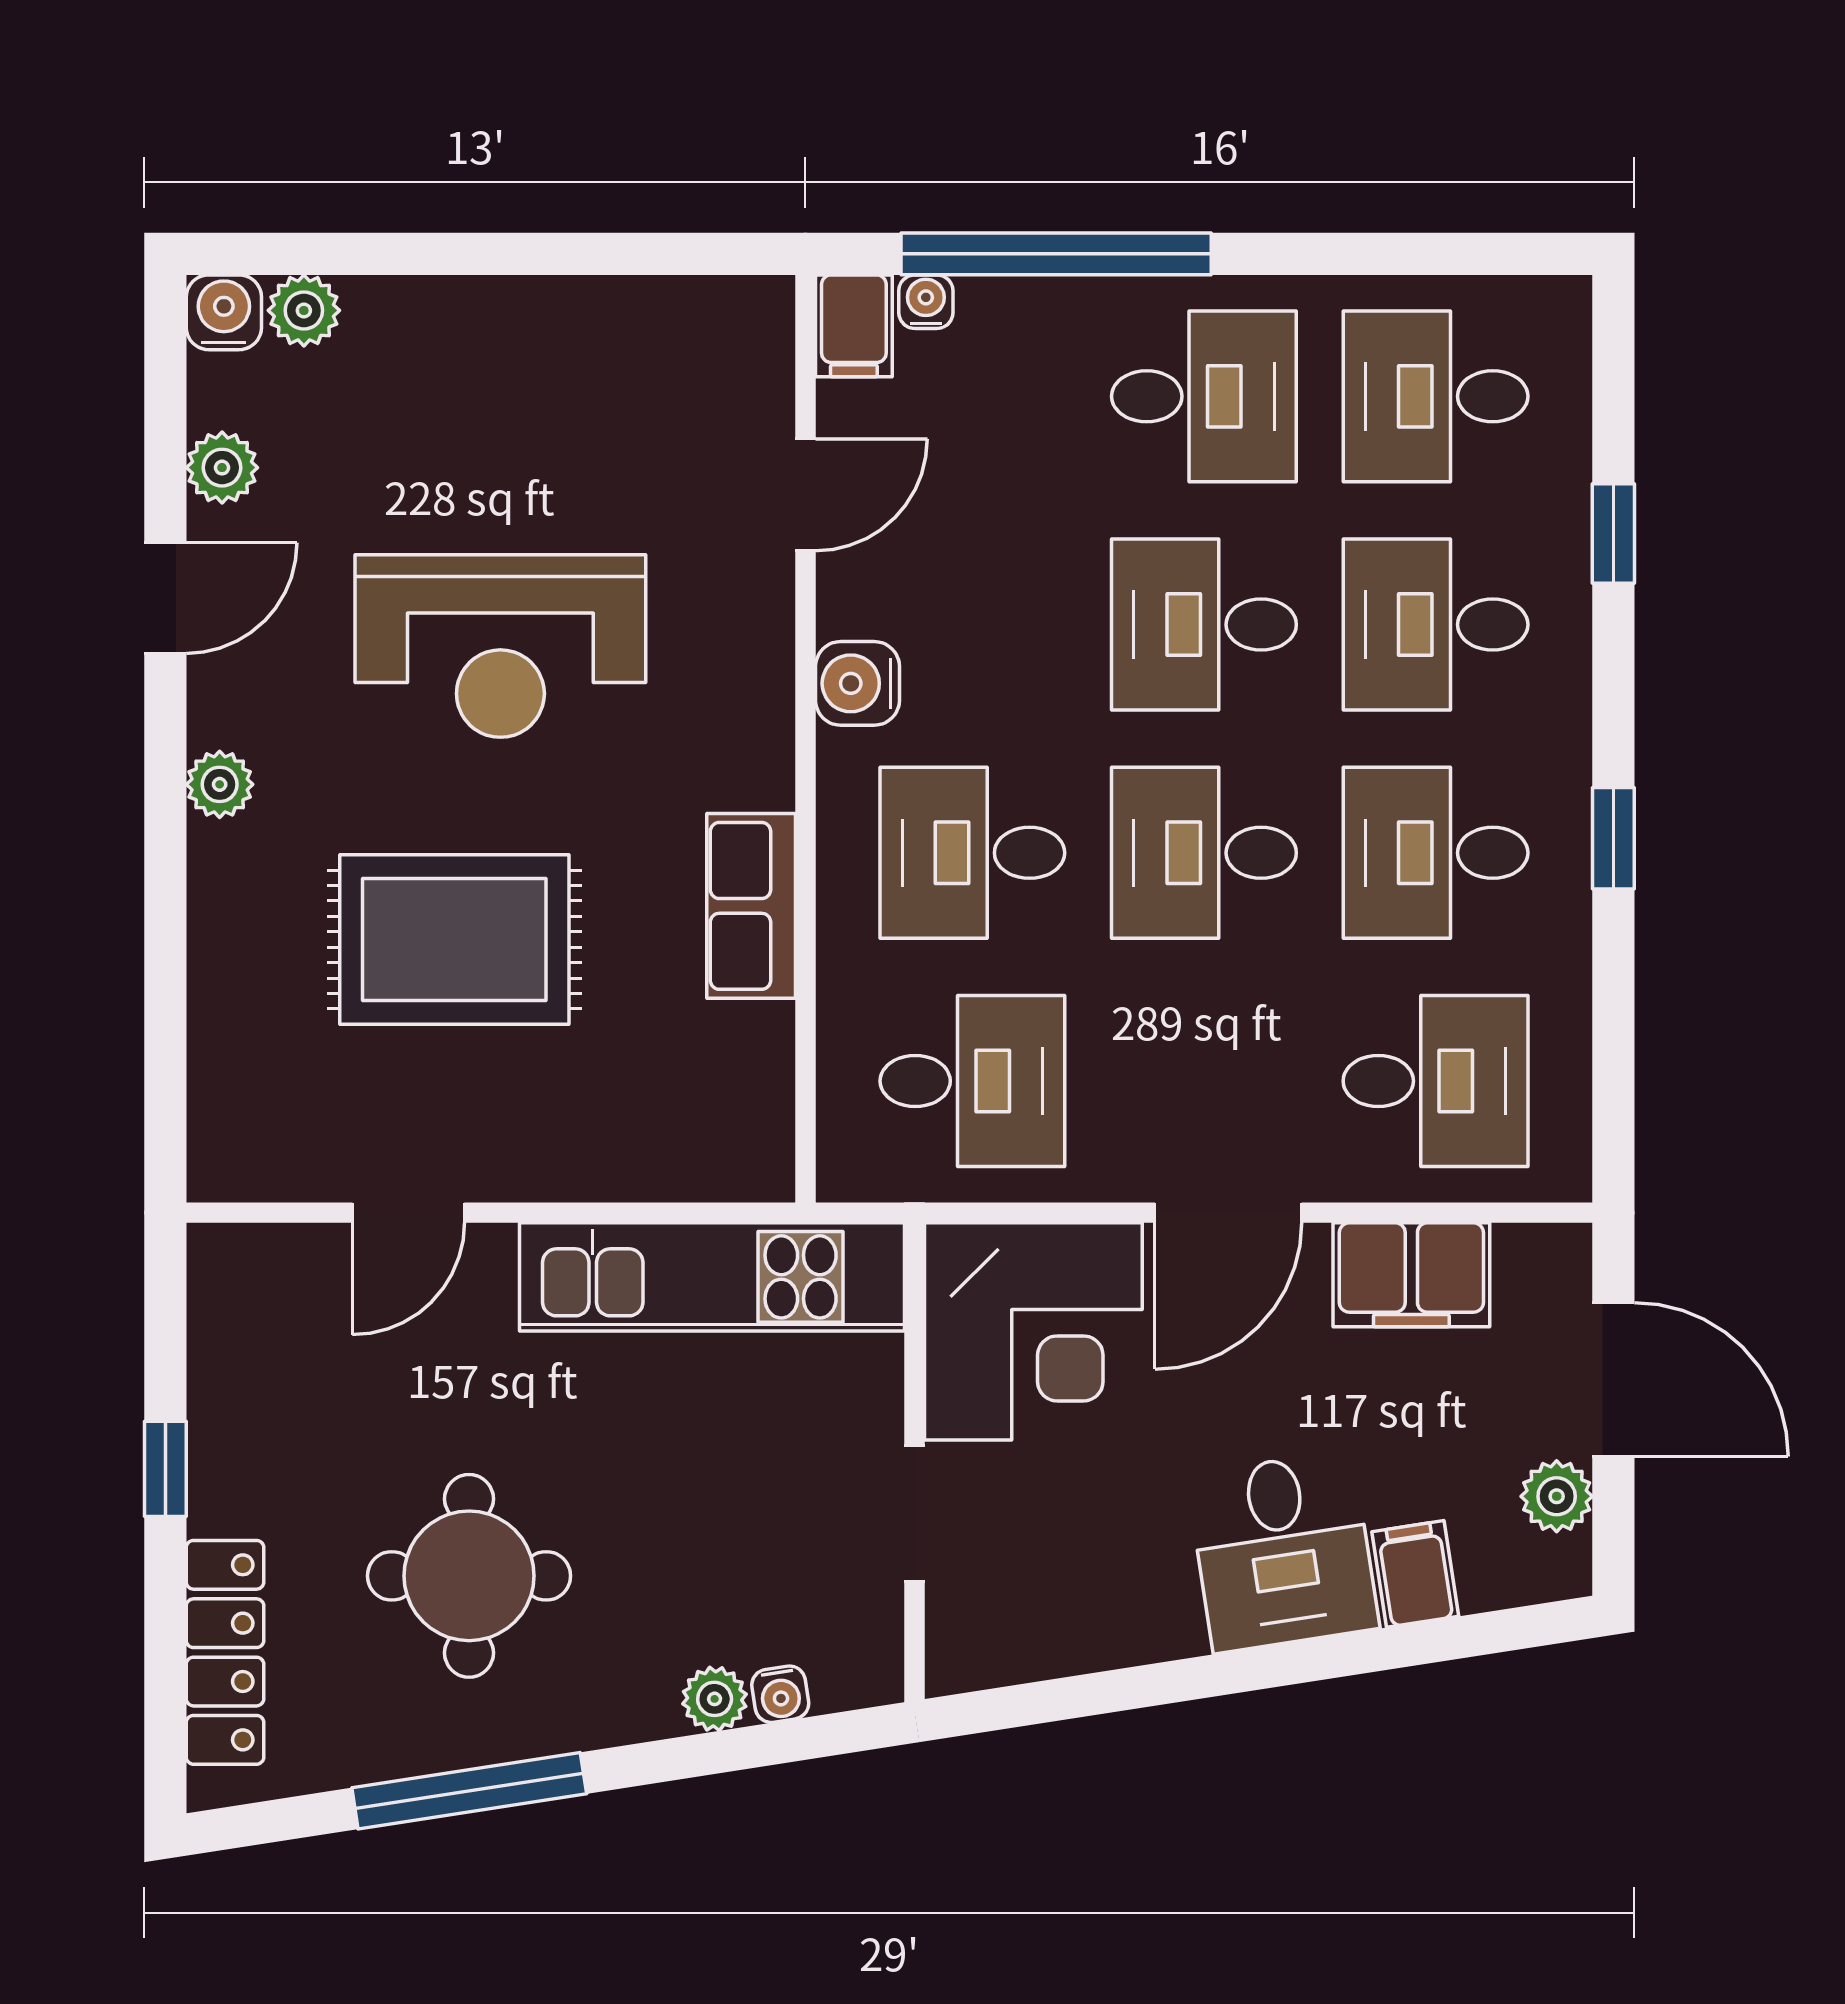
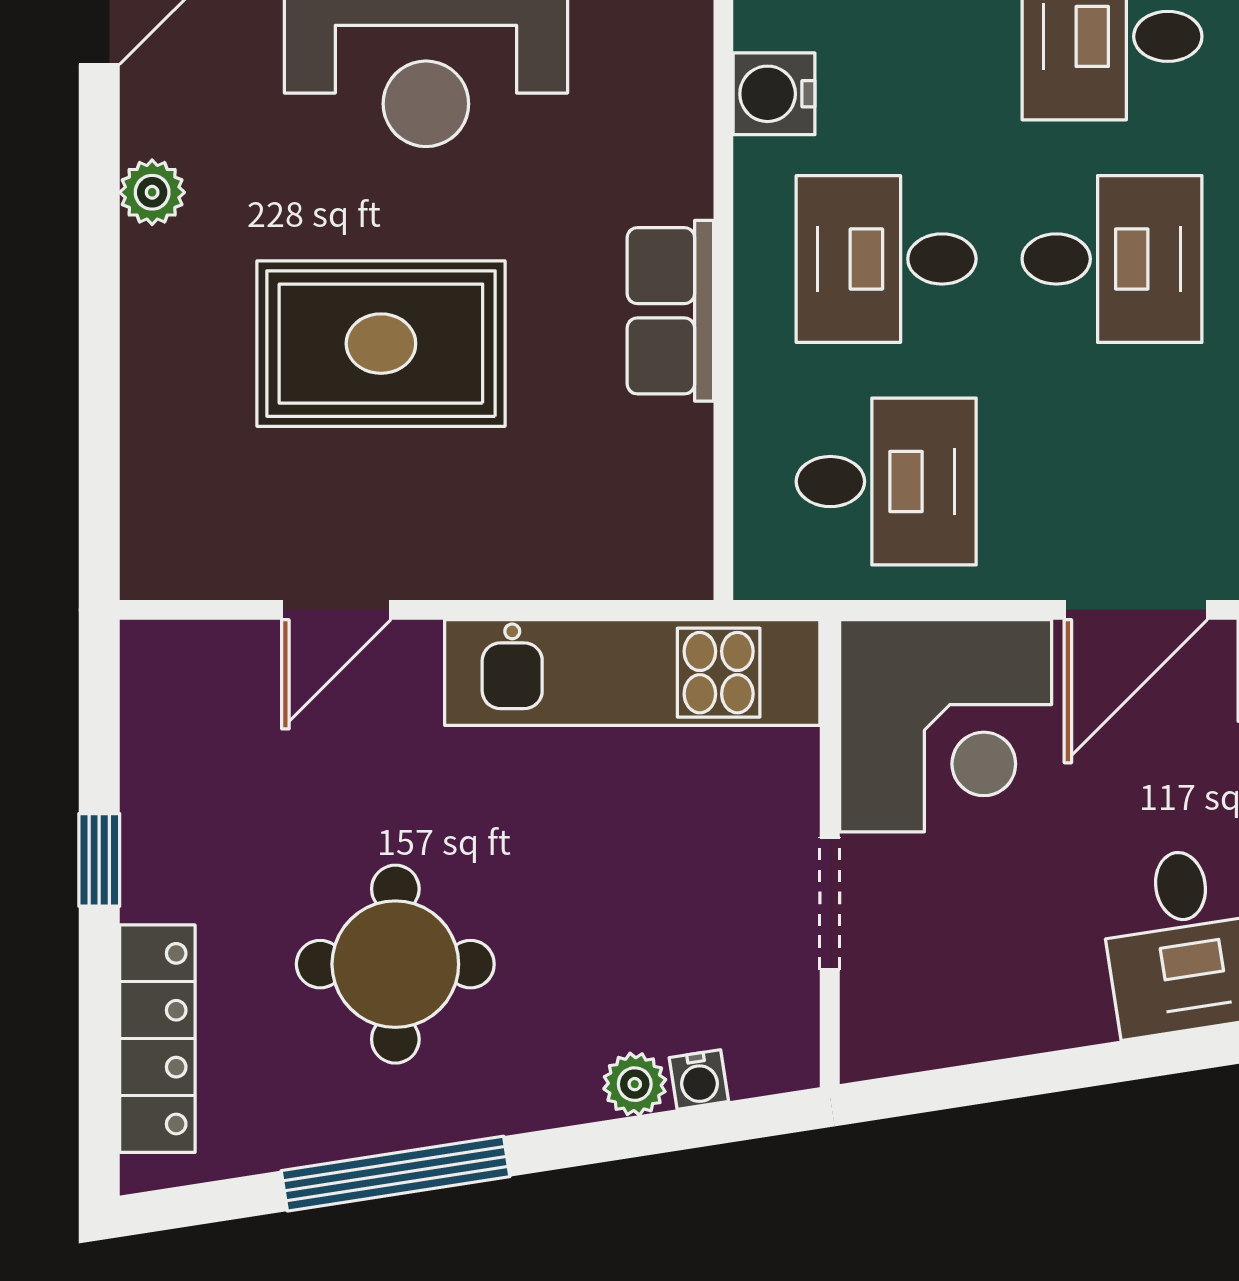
desk: (1204, 853) -> (1112, 259), turned 180

